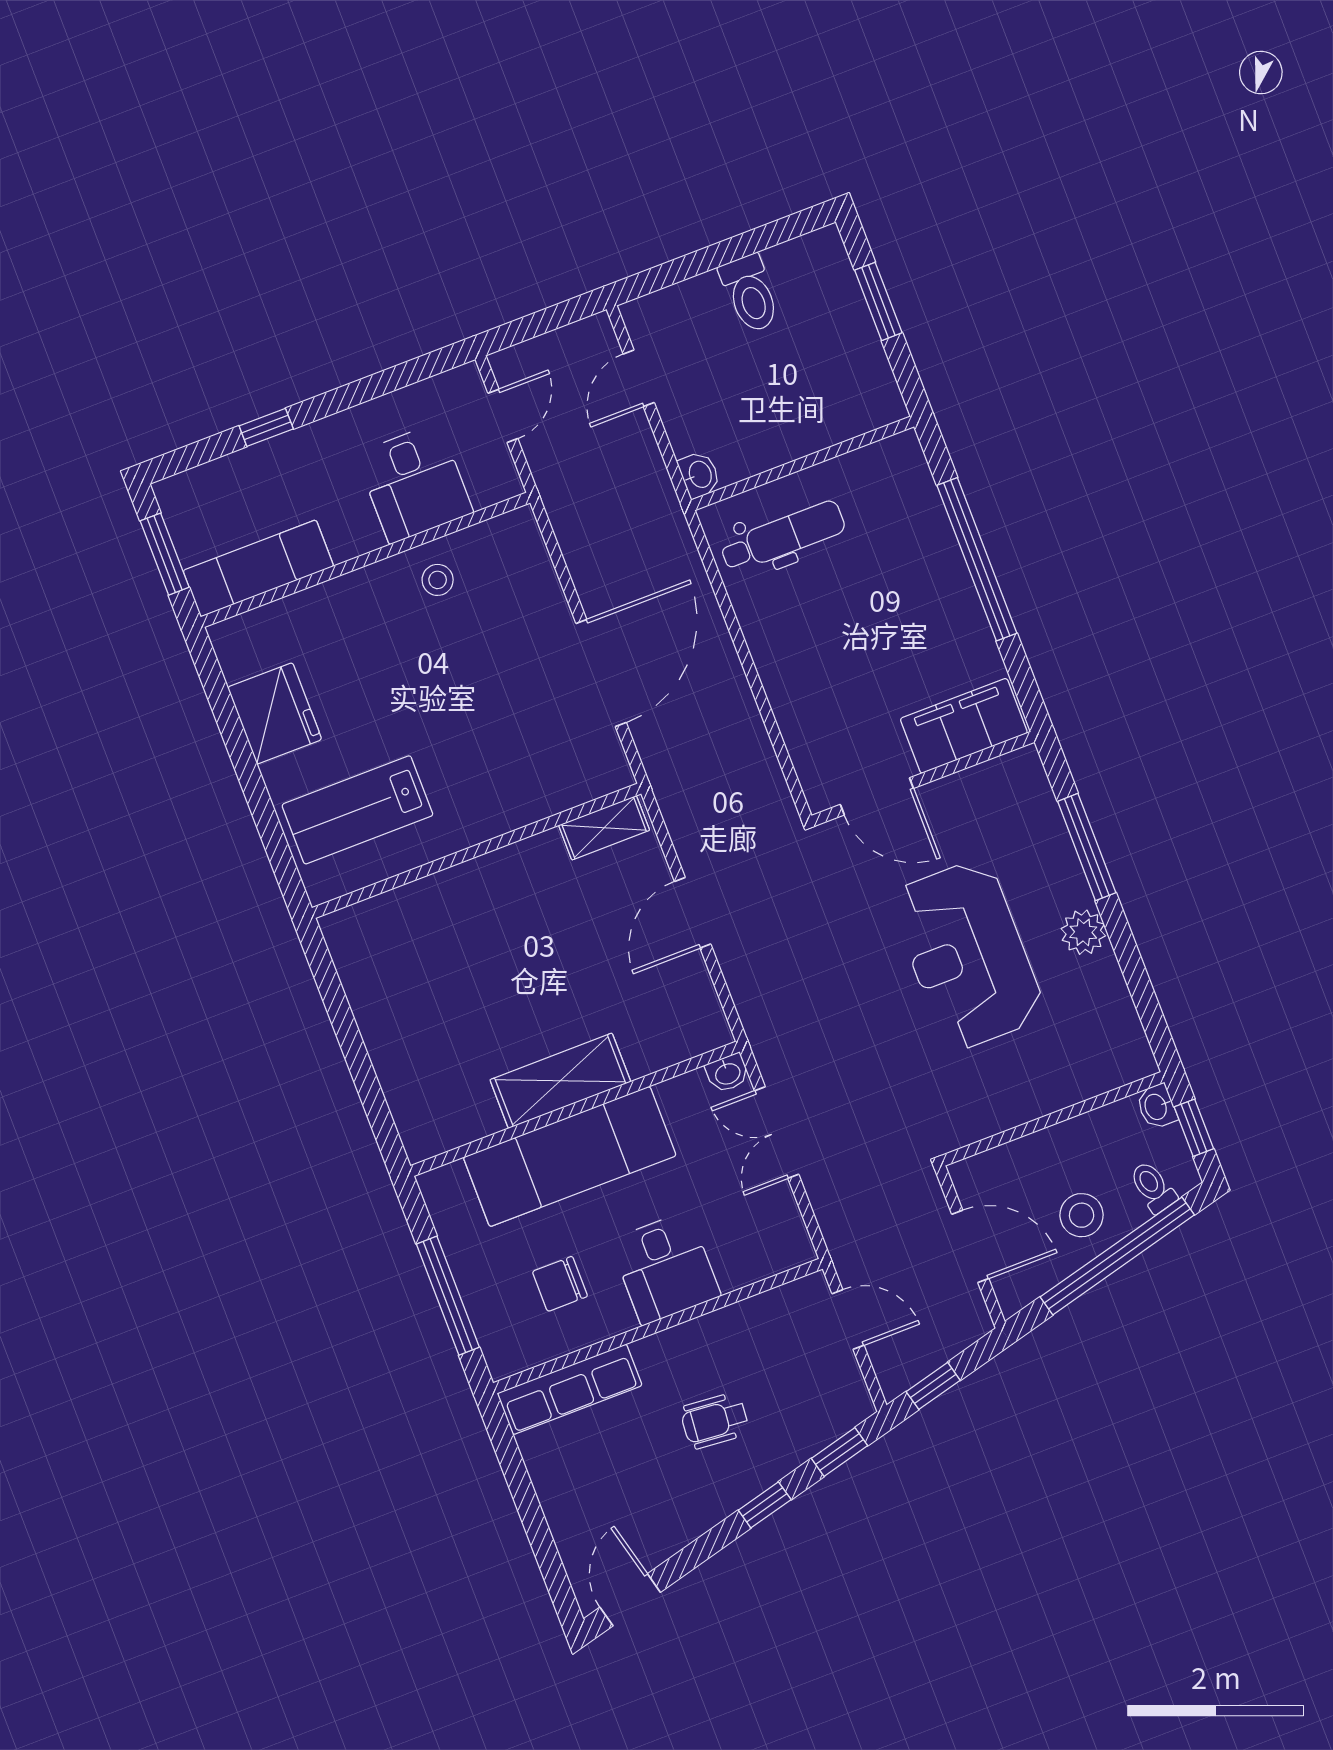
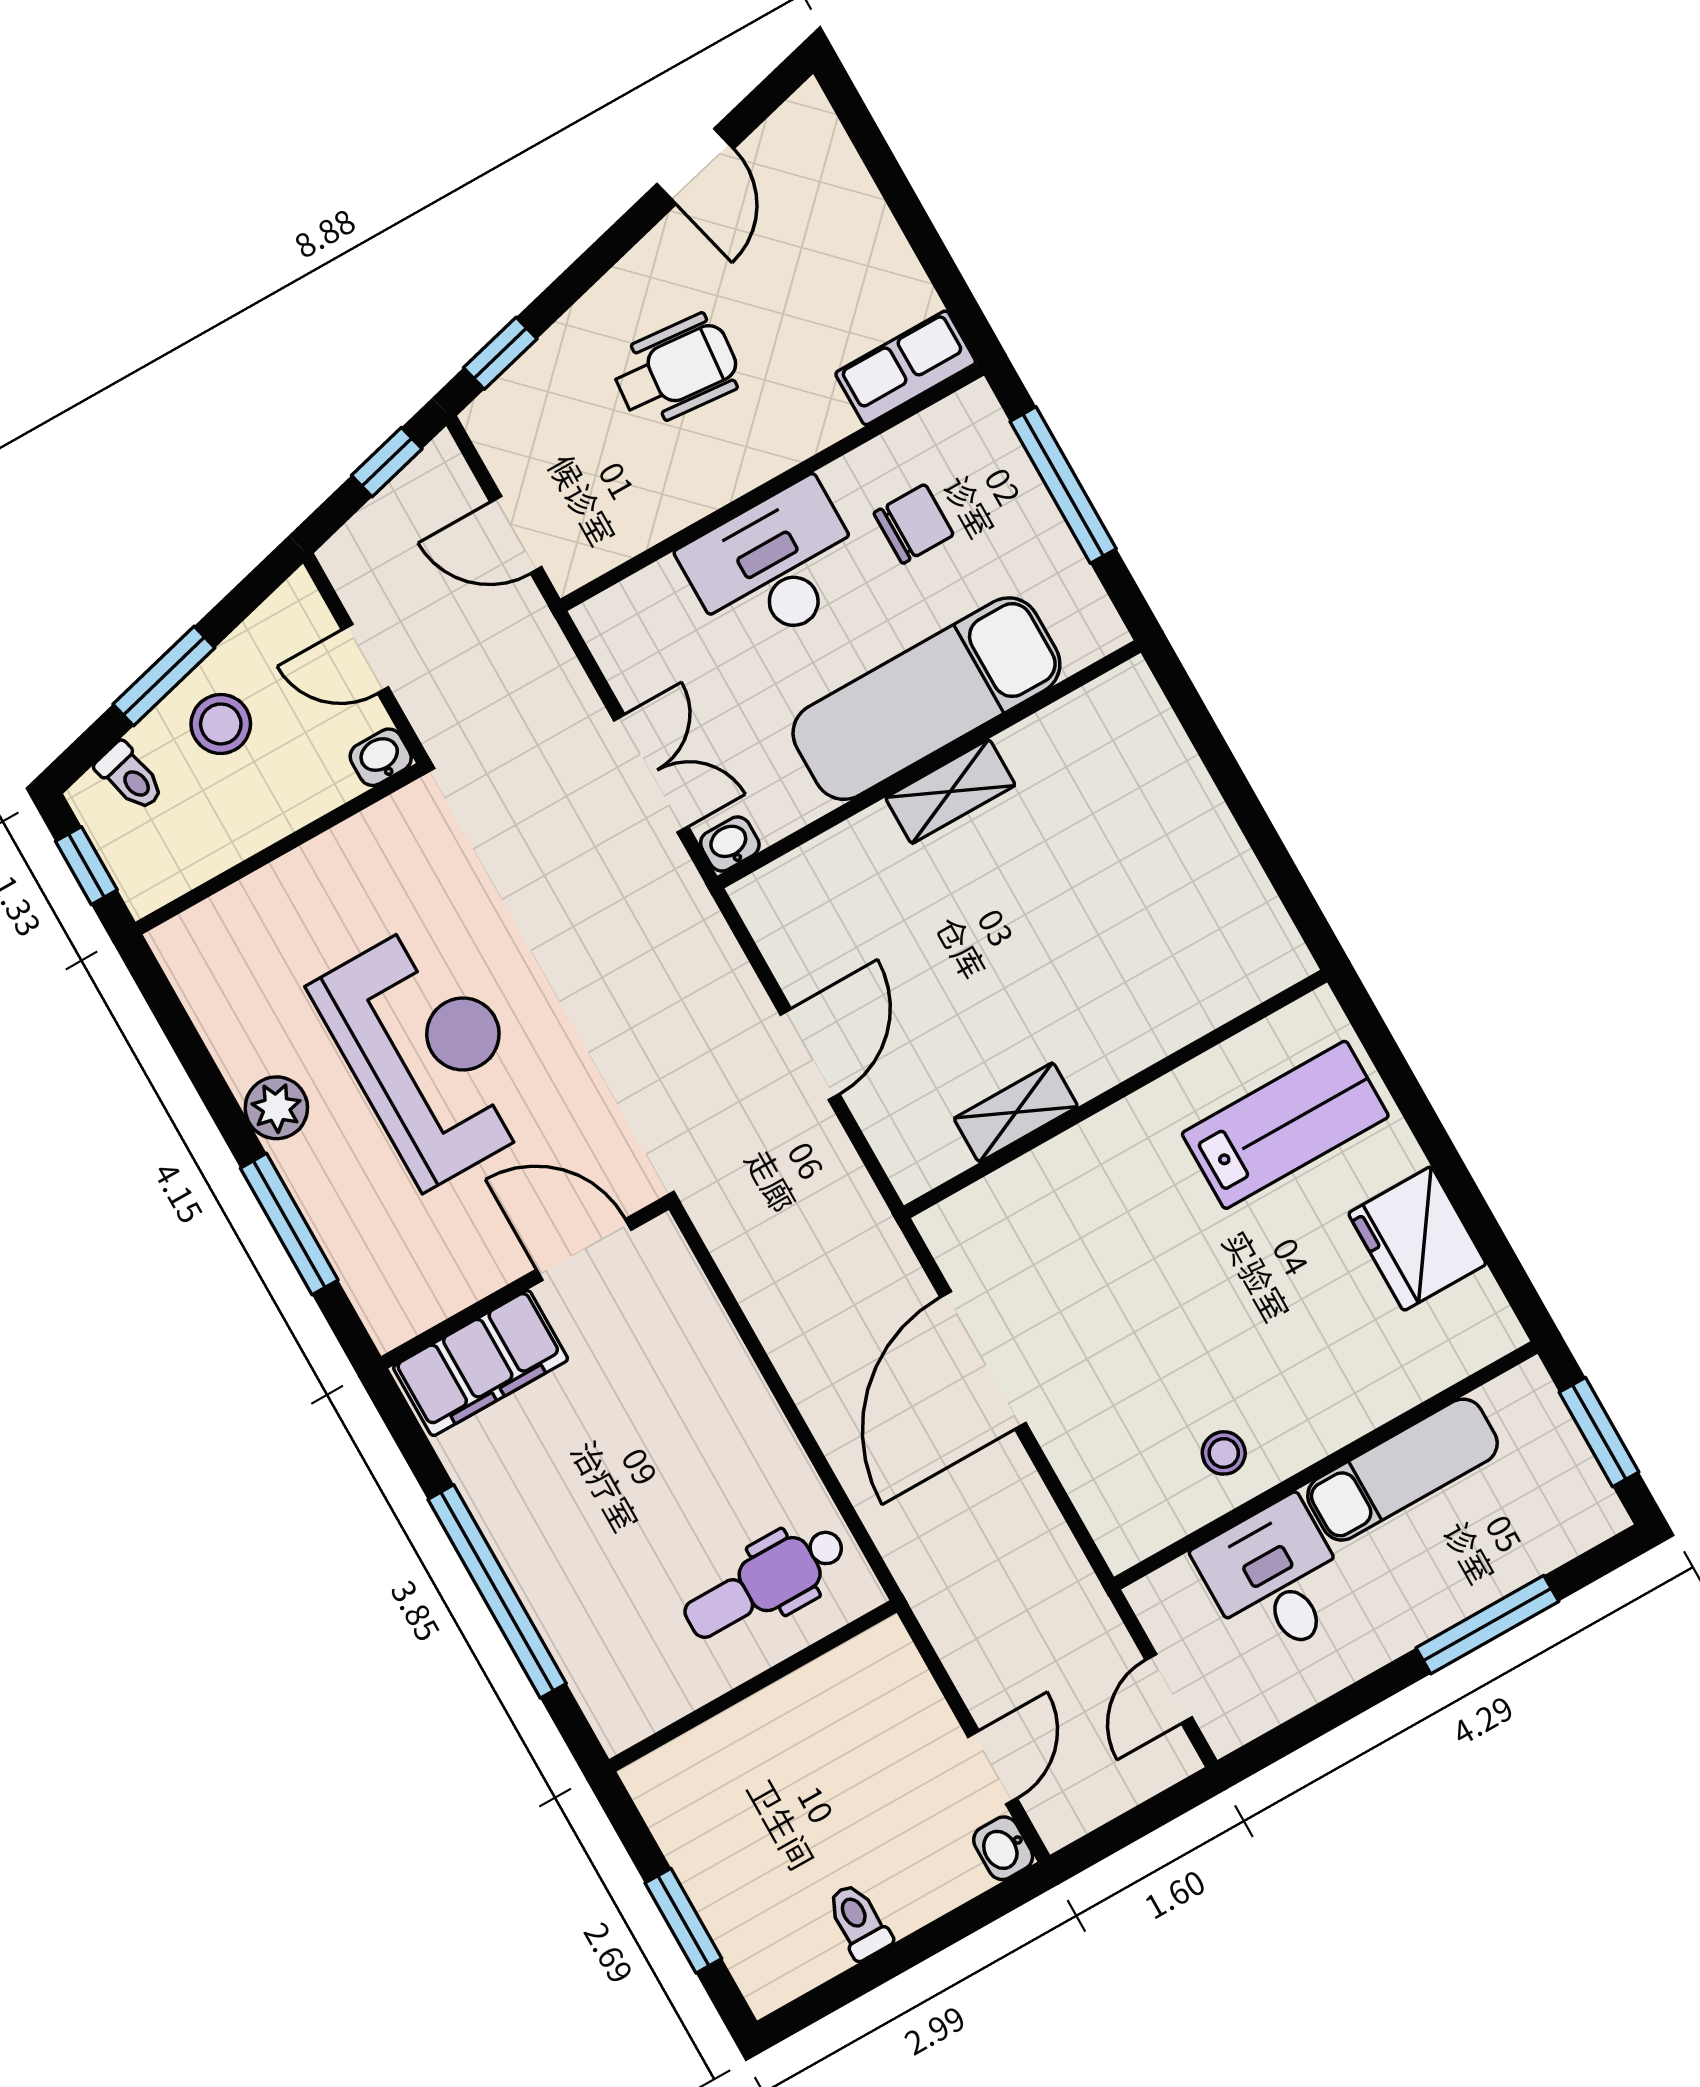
toilet: (750, 294) -> (859, 1921), width x0.73, depth x0.72
window: (266, 427) -> (1487, 1625), width x2.17
washbasin: (699, 475) -> (1003, 1848), moved
exam couch: (258, 568) -> (1402, 1470), moved
shelving: (604, 828) -> (1016, 1112), moved
shelving: (560, 1081) -> (950, 791), width x0.67, depth x0.75
washbasin: (1157, 1107) -> (381, 757), moved, turned -90
door: (970, 1246) -> (365, 659), width x0.73
window: (1117, 1256) -> (164, 676), width x0.47
desk: (665, 1268) -> (774, 567), width x1.37
row of seats: (570, 1389) -> (906, 368), width x0.68
wheelchair: (715, 1421) -> (676, 370), width x1.36, depth x1.37
window: (765, 1505) -> (591, 266), removed
door: (630, 1600) -> (695, 166), moved

